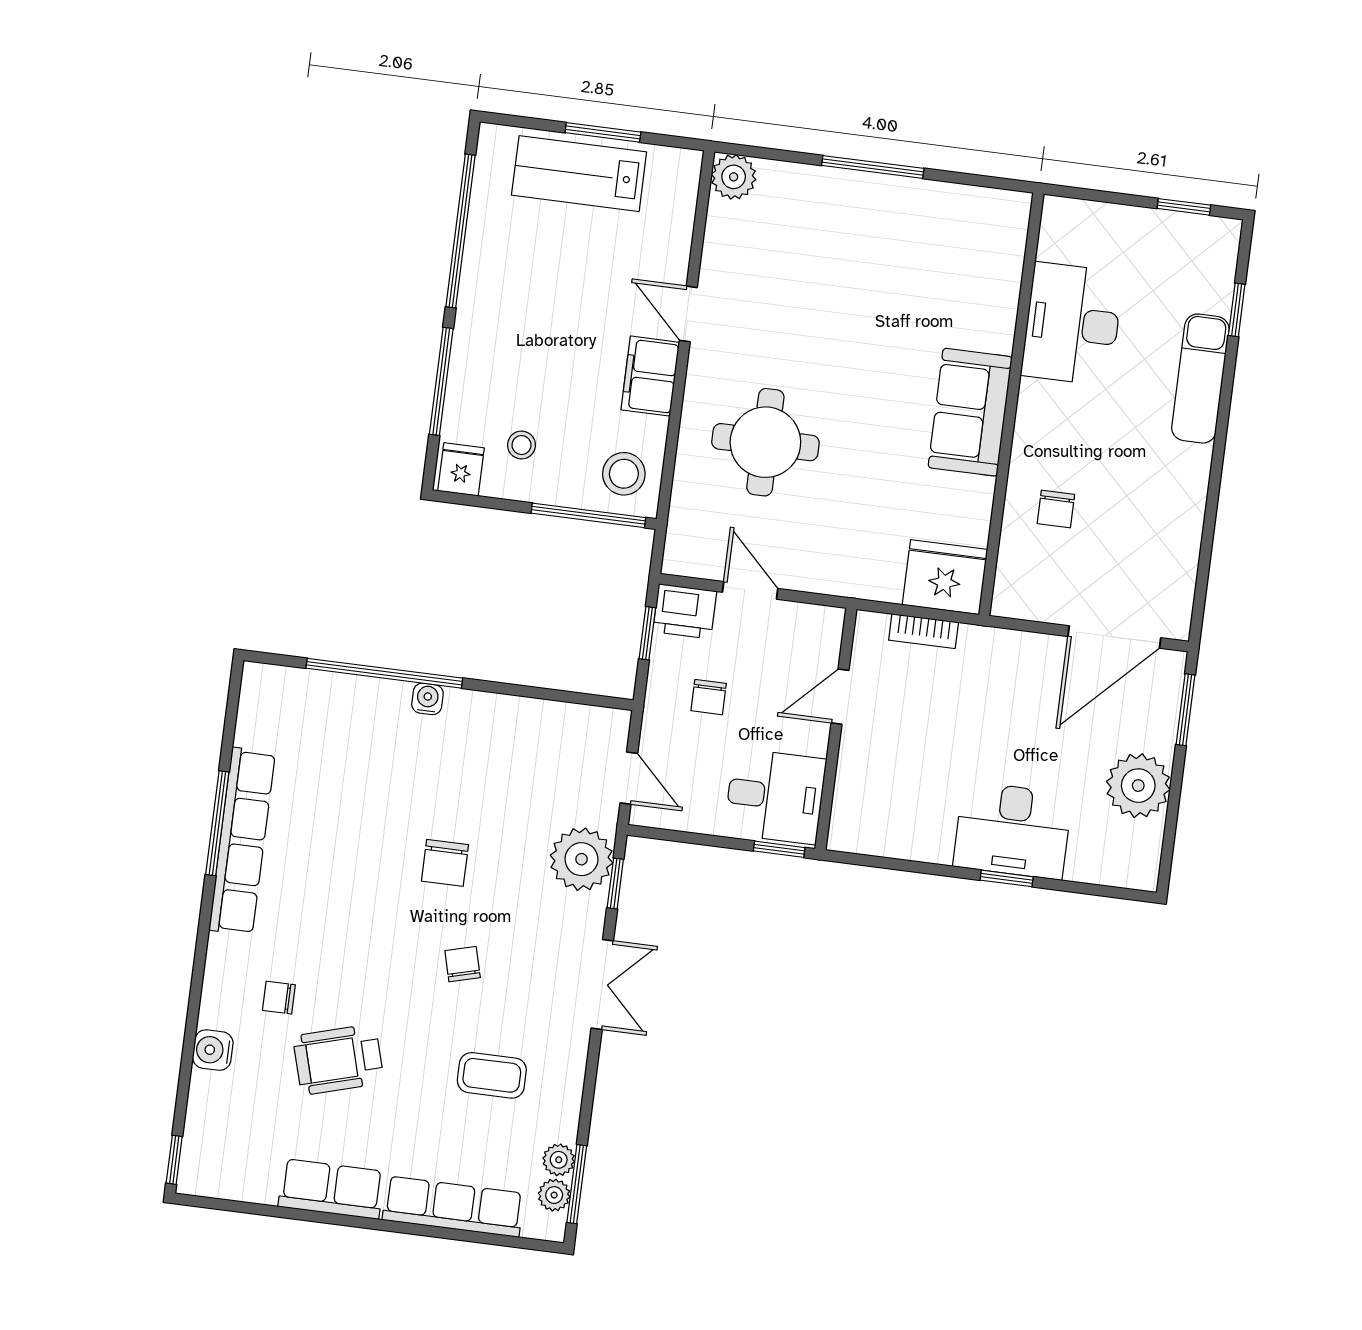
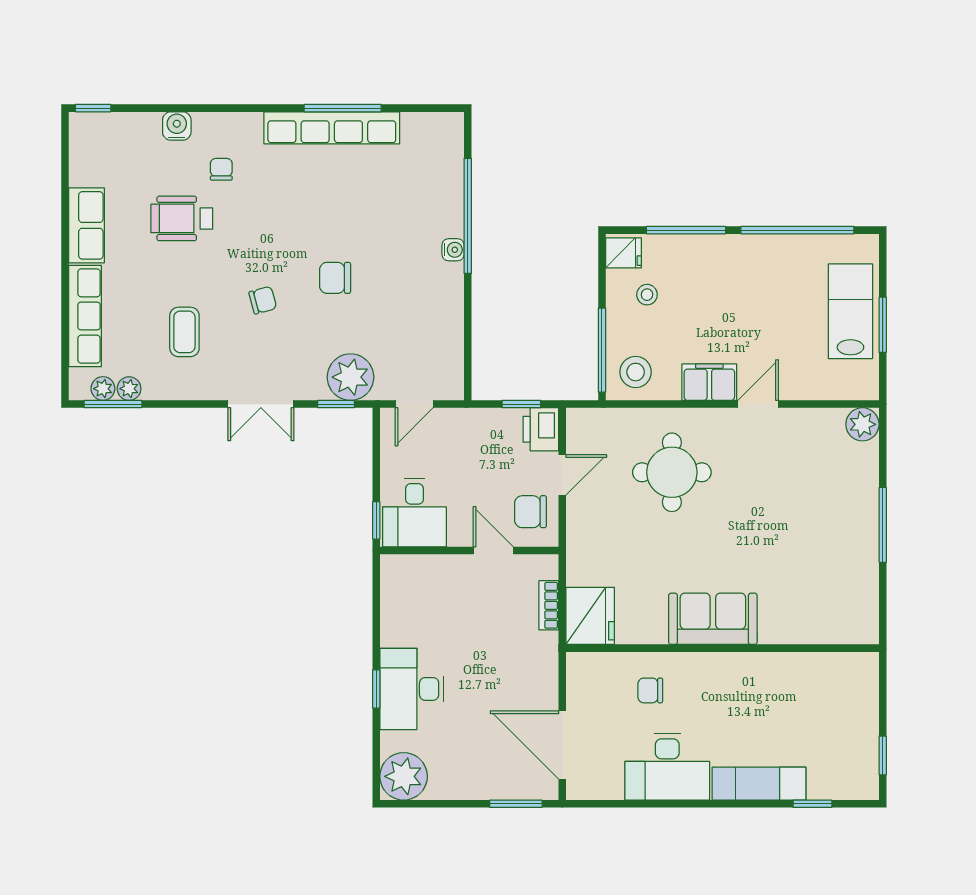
desk: (1072, 324) -> (667, 767), moved, turned 180
chair: (709, 697) -> (530, 512), moved, width x1.37, depth x1.37
plant: (1138, 786) -> (404, 776), moved
wheelchair: (338, 1059) -> (182, 218), turned -74

